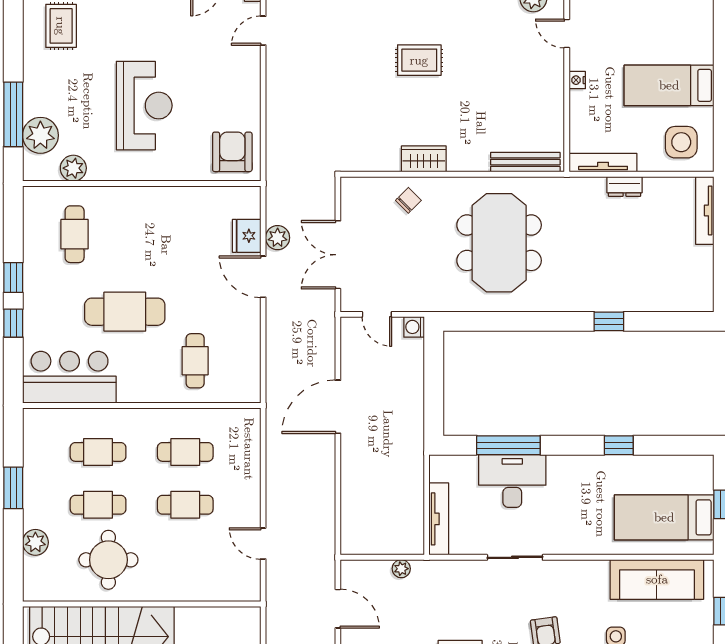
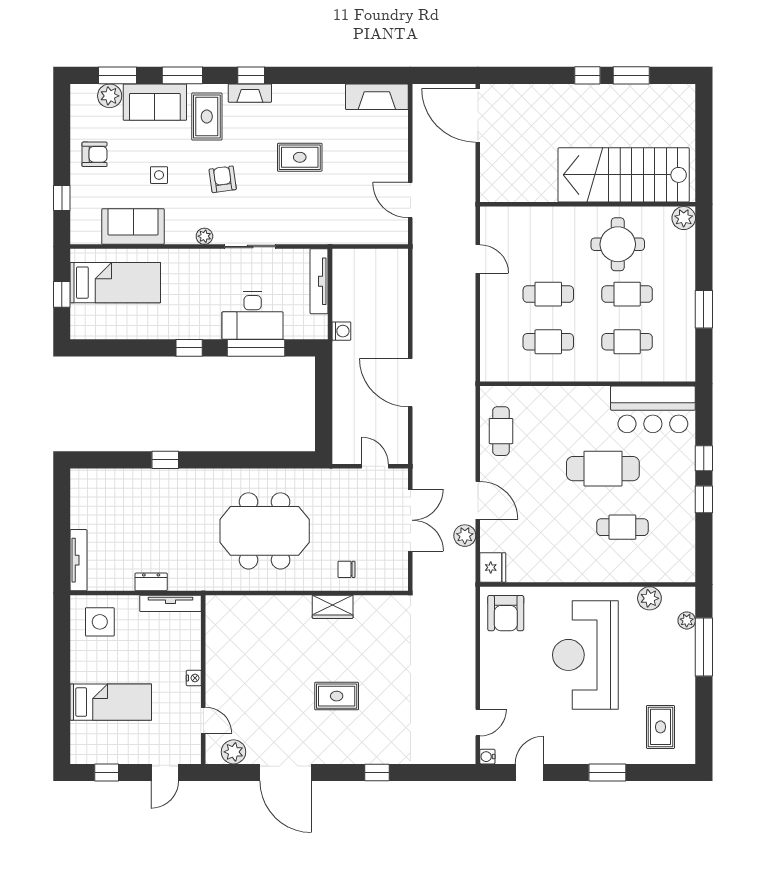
bed: (669, 85) -> (111, 702), moved
reception desk: (144, 106) -> (585, 655), width x1.36, depth x1.30
plant: (40, 135) -> (687, 620), width x0.53, depth x0.53
bench: (525, 162) -> (241, 604), removed
chair: (408, 200) -> (346, 569), turned 45
cafe table: (75, 234) -> (622, 527), moved, turned 90
fridge: (247, 236) -> (493, 567), moved
meeting table: (499, 243) -> (265, 531), turned 90
washing machine: (414, 327) -> (341, 331), moved
cafe table: (195, 361) -> (501, 431), moved
door: (338, 407) -> (410, 383), swing flipped
window: (619, 445) -> (189, 348), moved
plant: (35, 542) -> (684, 218), moved
plant: (401, 569) -> (204, 236), moved
sofa: (657, 579) -> (133, 226), width x0.73

